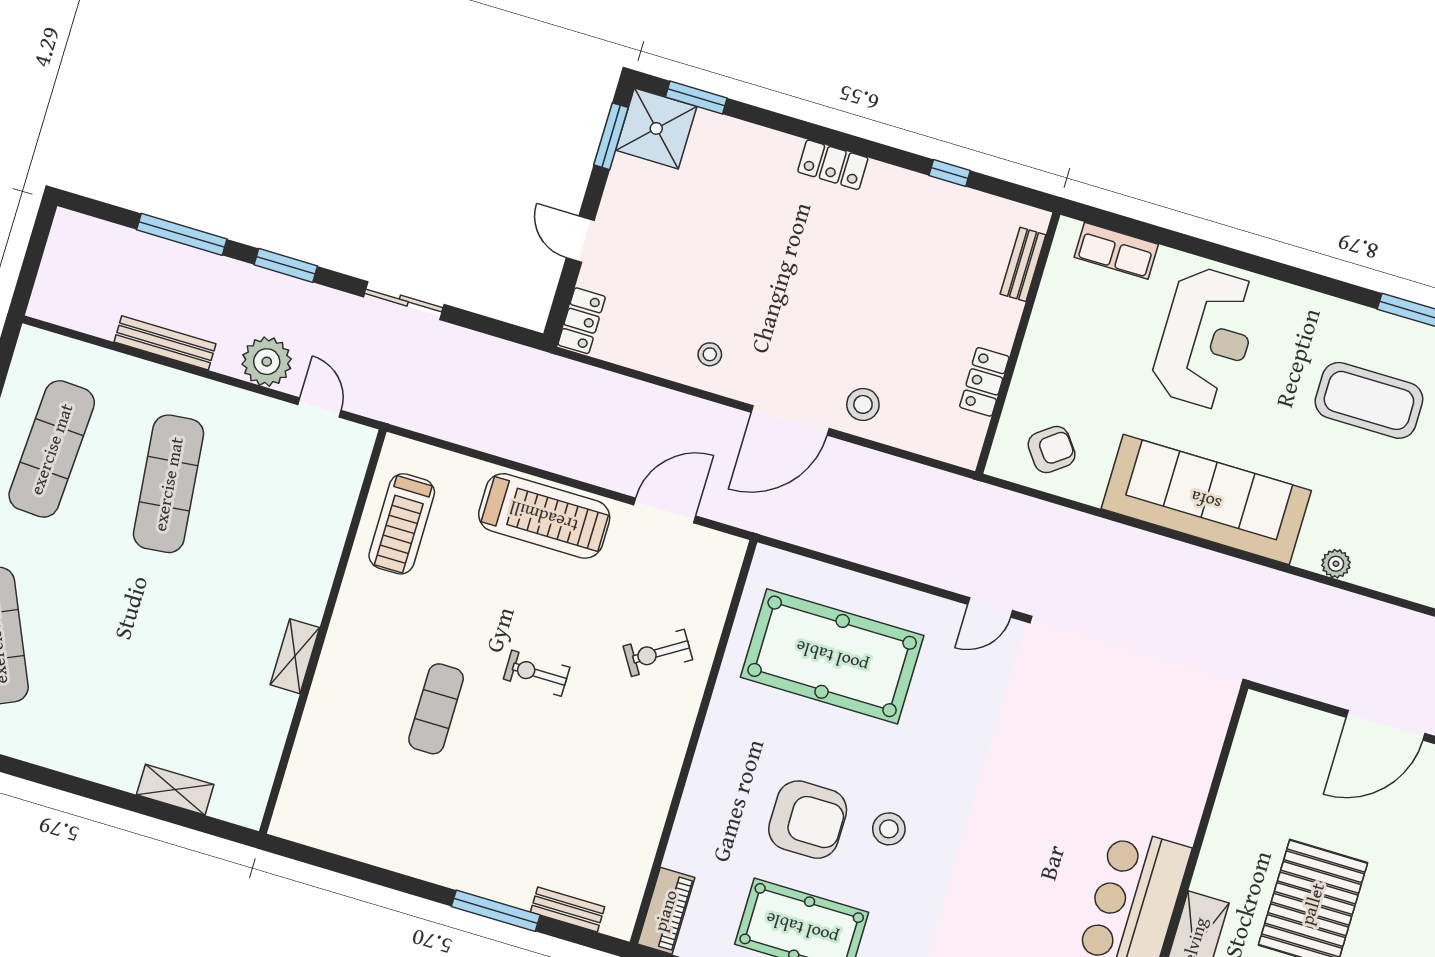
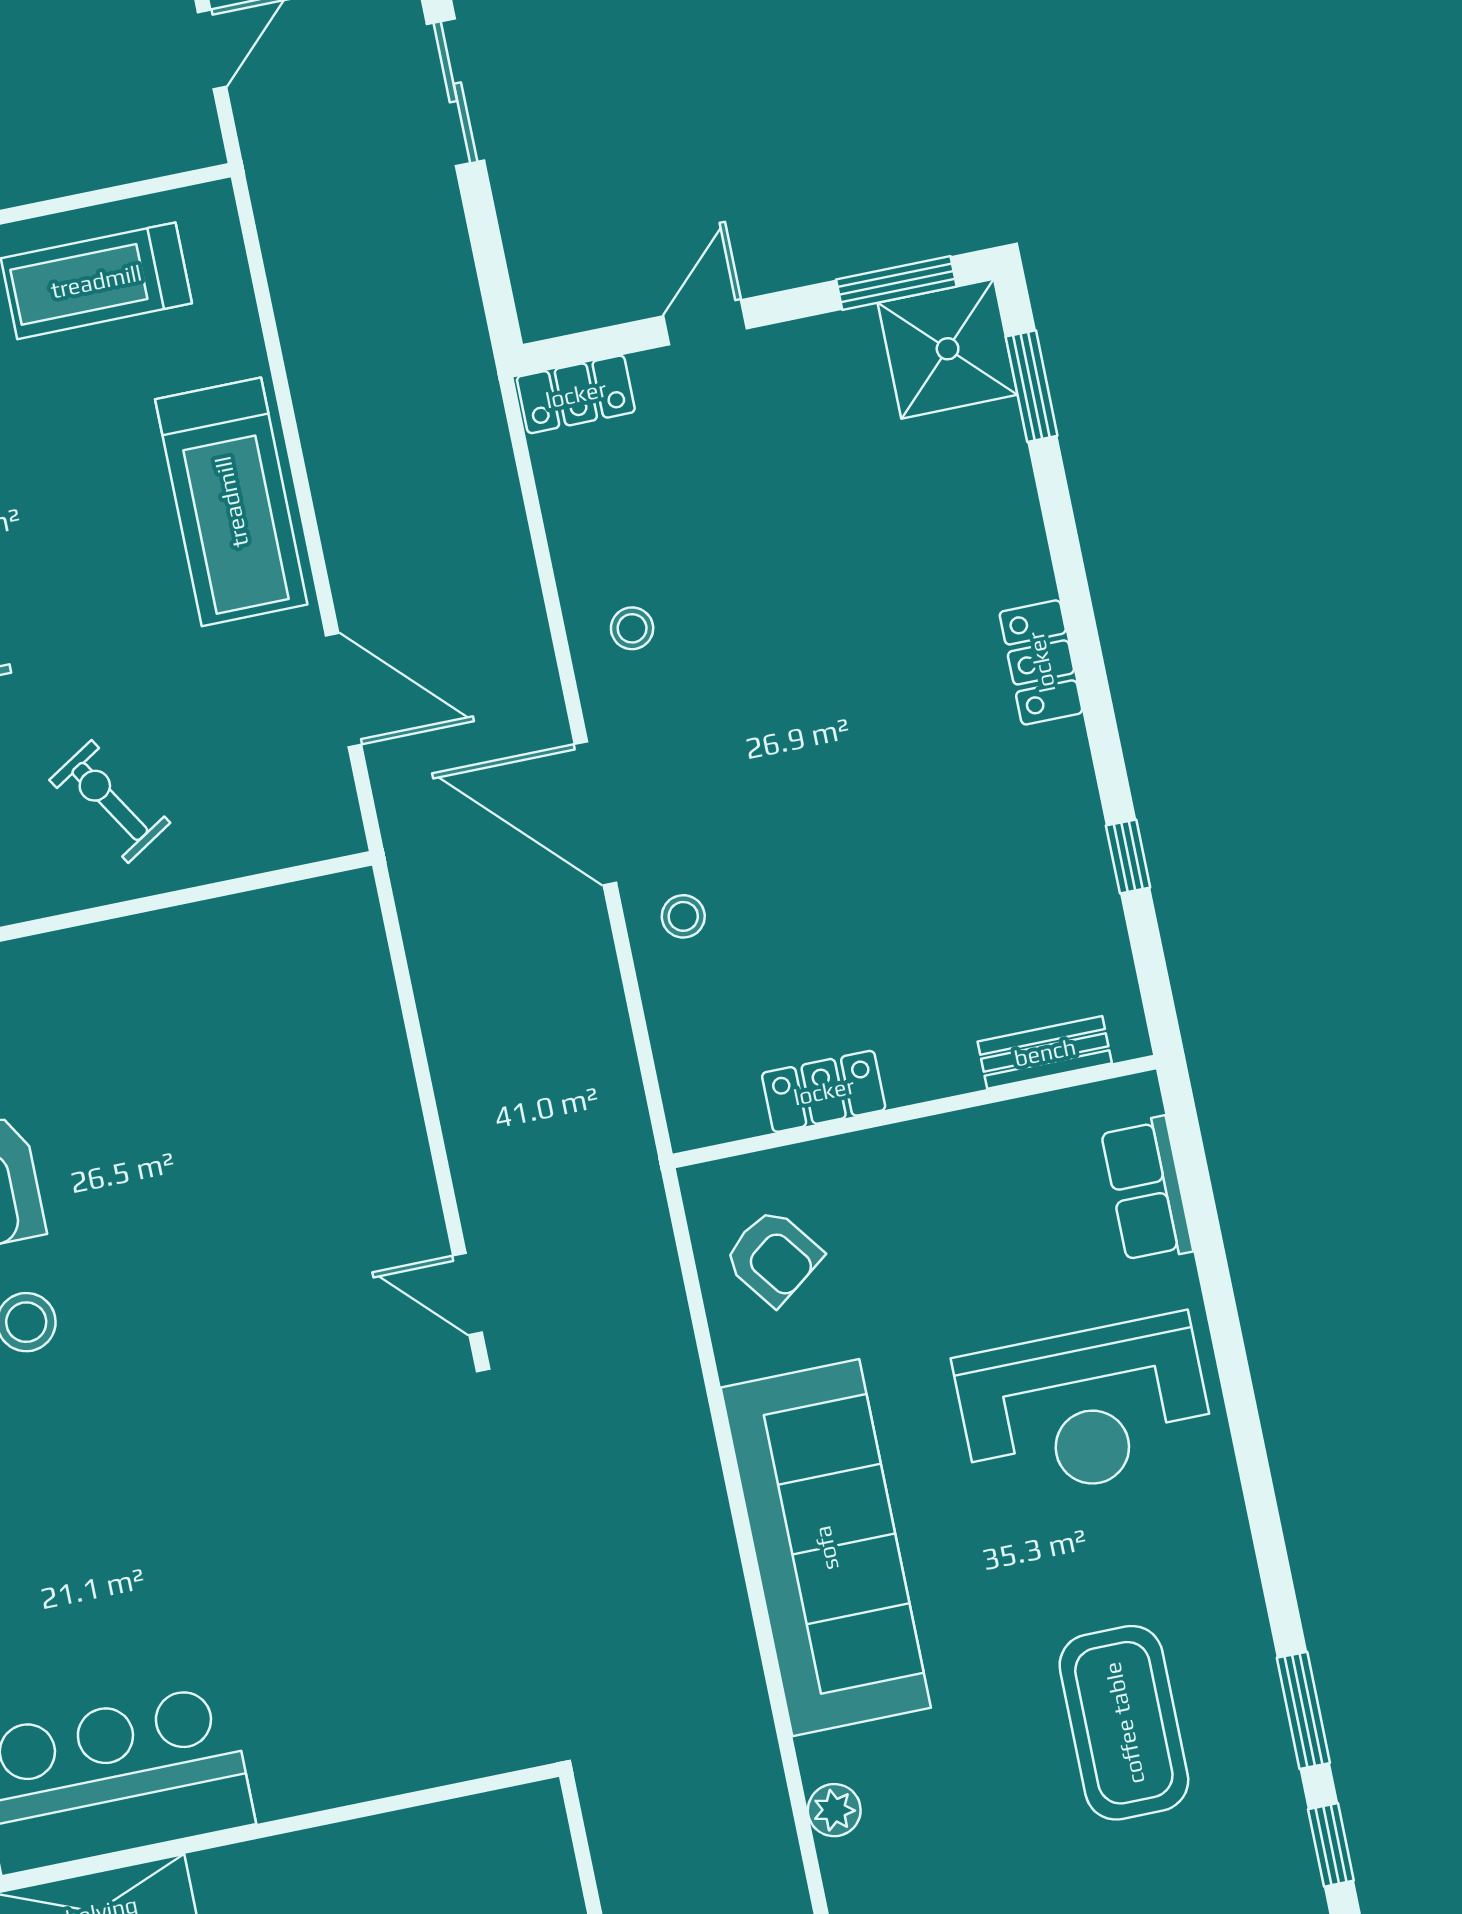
stool: (863, 404) -> (683, 916), width x0.73, depth x0.73
pool table: (832, 656) -> (254, 1083), removed

